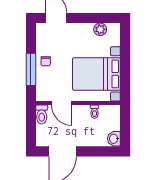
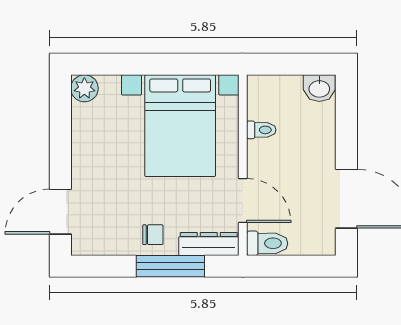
plant: (100, 29) -> (84, 88), moved
dresser: (41, 87) -> (209, 244), added
door: (62, 103) -> (243, 200), hinge flipped

